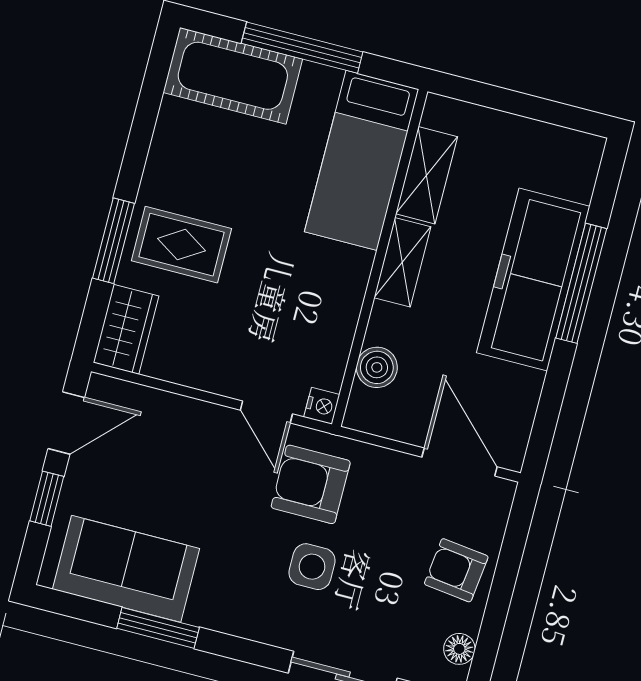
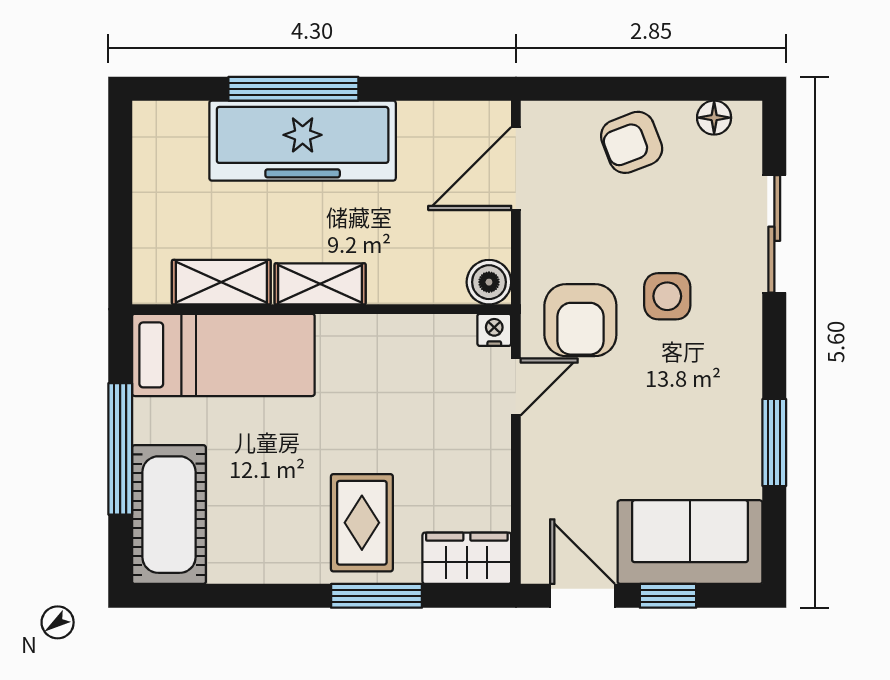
boiler: (377, 367) -> (489, 282), moved
sofa: (126, 569) -> (690, 542), moved, turned 90
armchair: (456, 570) -> (632, 142), turned 62

